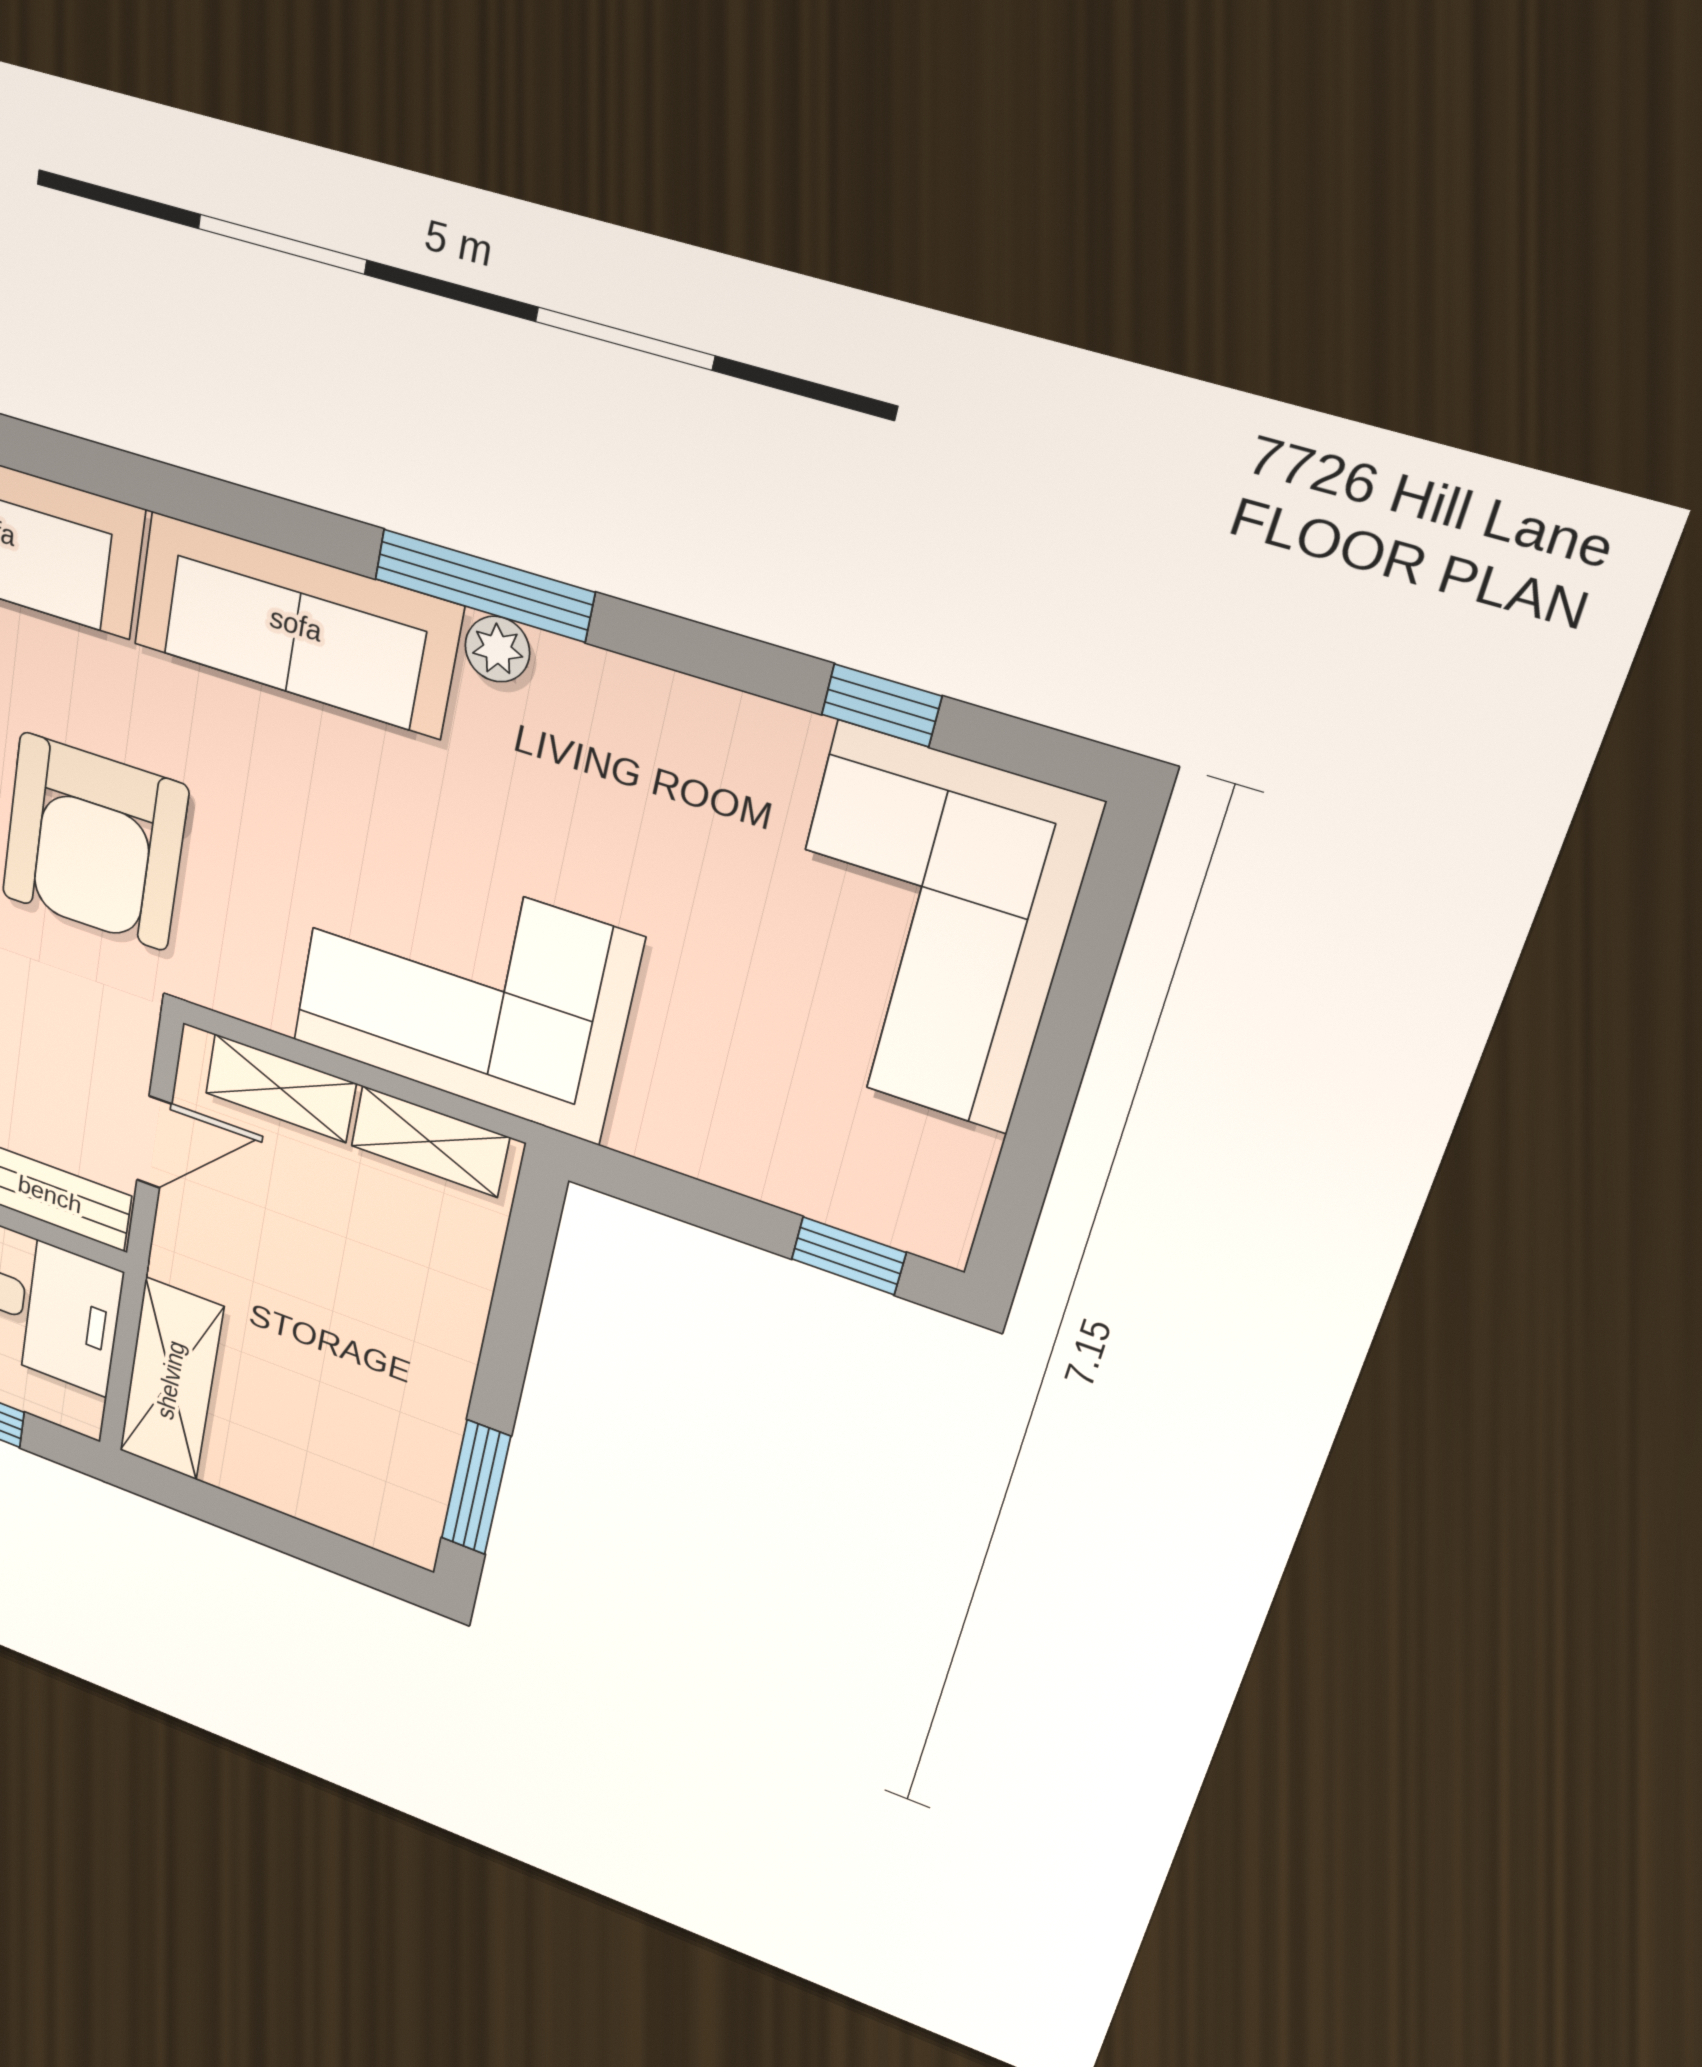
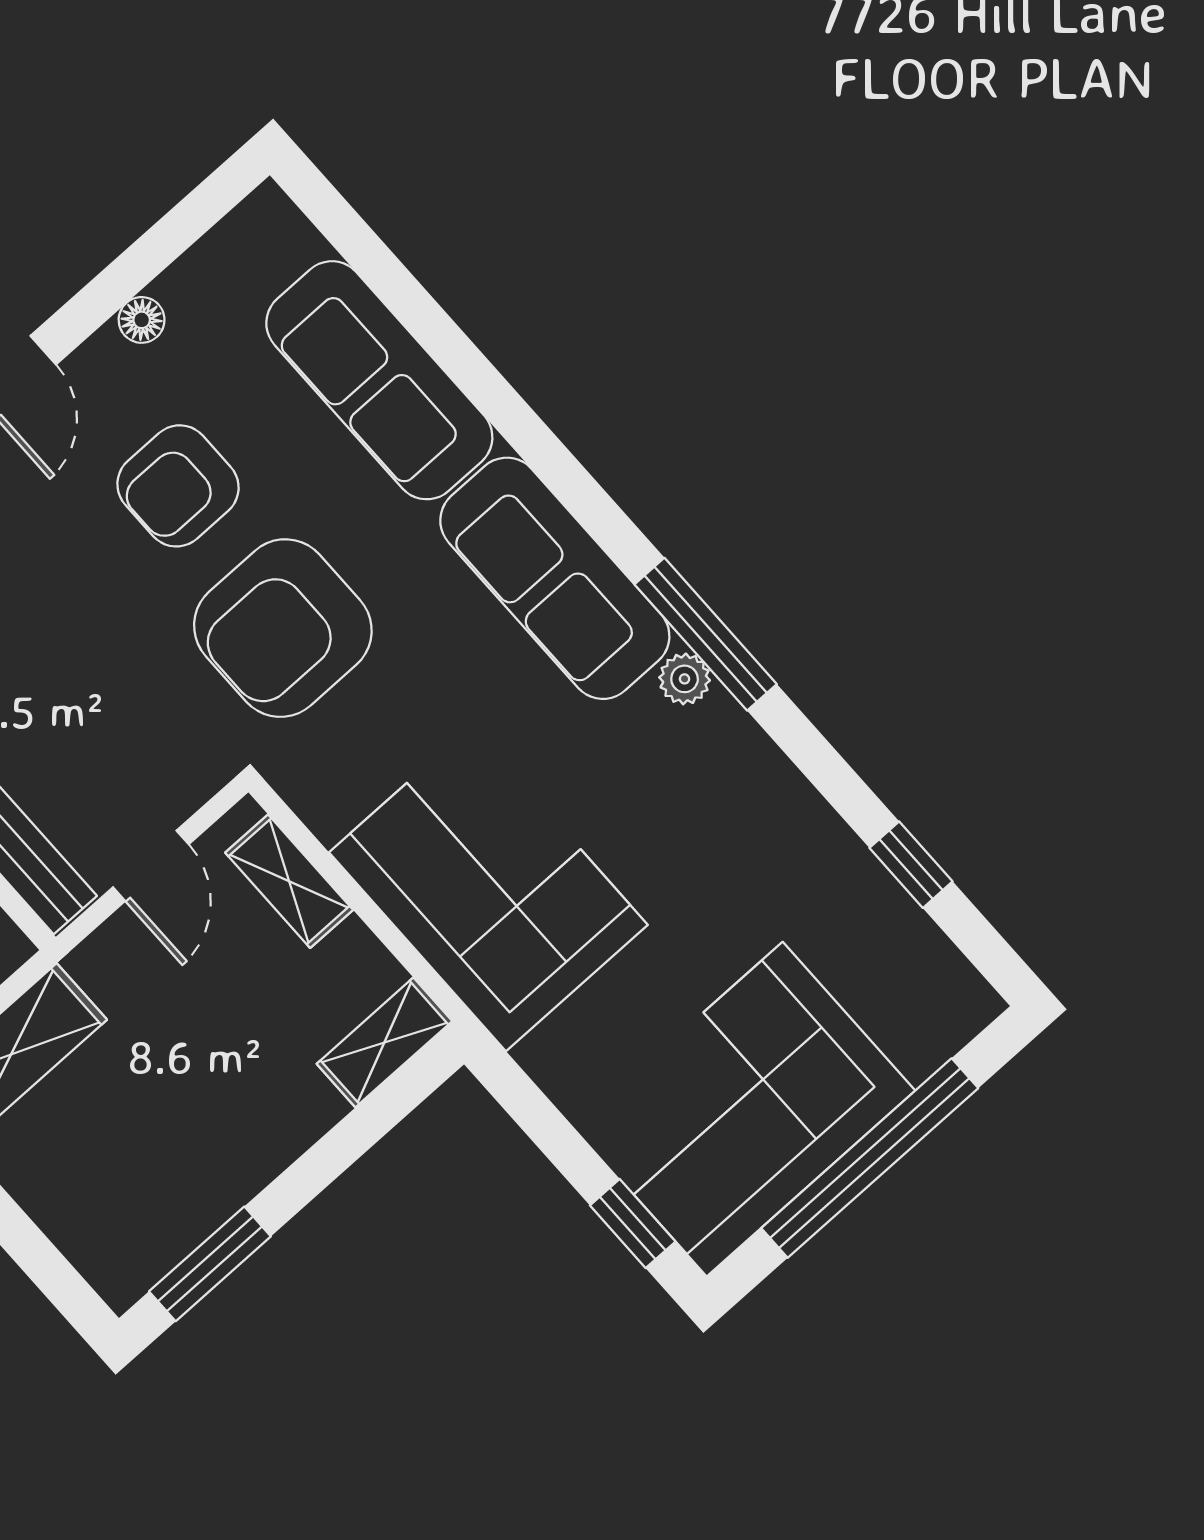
corner sofa: (924, 930) -> (745, 1109), moved
window: (1058, 1059) -> (870, 1158), added
door: (154, 1142) -> (151, 866), hinge flipped
shelving: (430, 1142) -> (384, 1042), moved, turned 90

